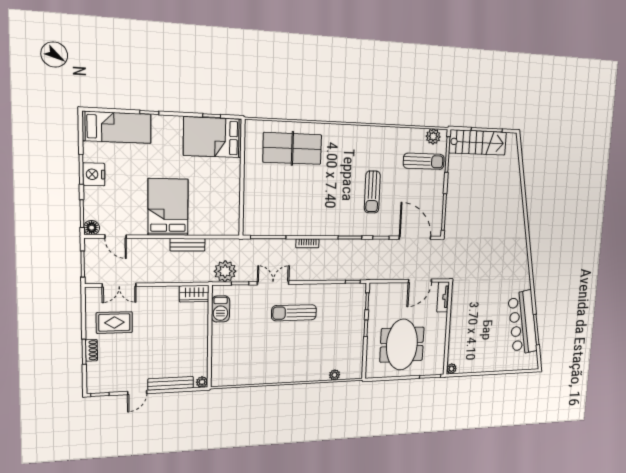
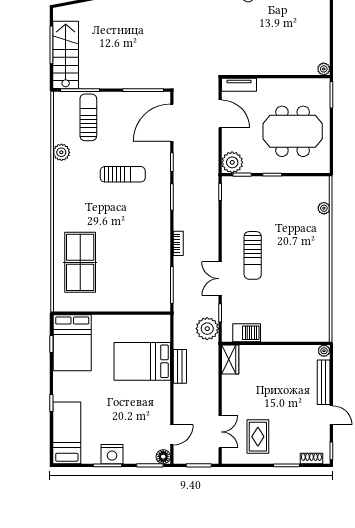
plant: (433, 136) -> (61, 152), moved
bed: (168, 207) -> (142, 361), moved
plant: (378, 292) -> (232, 162), added
shoe rack: (91, 350) -> (311, 458), moved

